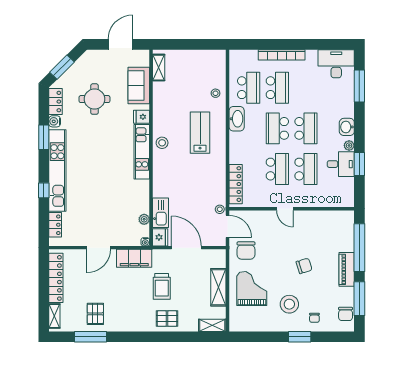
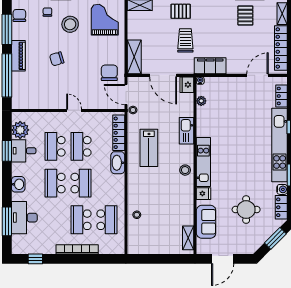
window: (328, 44) -> (35, 259), added
desk: (336, 64) -> (24, 218), moved, turned 90
school desk: (249, 88) -> (107, 220), turned 180
washbasin: (237, 119) -> (118, 163), moved
lab bench: (200, 133) -> (149, 148), moved
plant: (349, 145) -> (20, 130), moved, width x1.88, depth x1.88
kitchen sink: (160, 213) -> (187, 131), moved
door: (99, 248) -> (258, 75), moved
shelving: (218, 287) -> (134, 57), moved
grand piano: (252, 288) -> (105, 20), moved, turned 180

